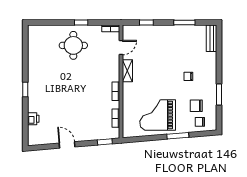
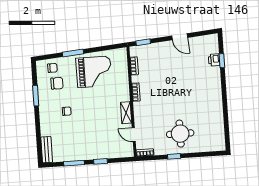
window: (146, 22) -> (101, 161), moved
door: (121, 48) -> (134, 135), hinge flipped
window: (25, 90) -> (222, 61), moved

